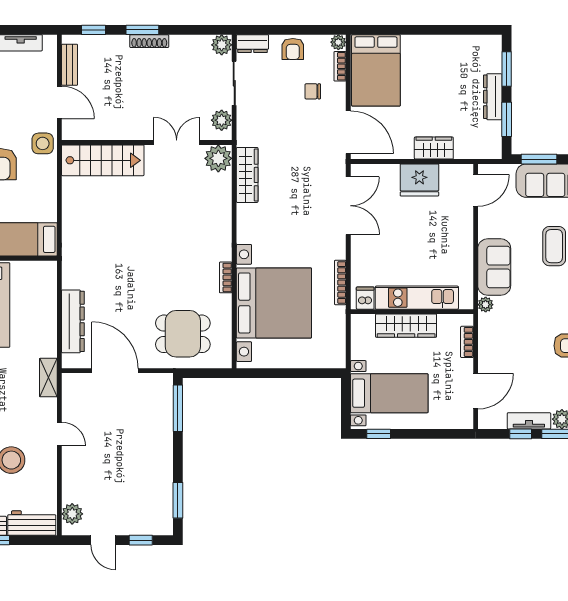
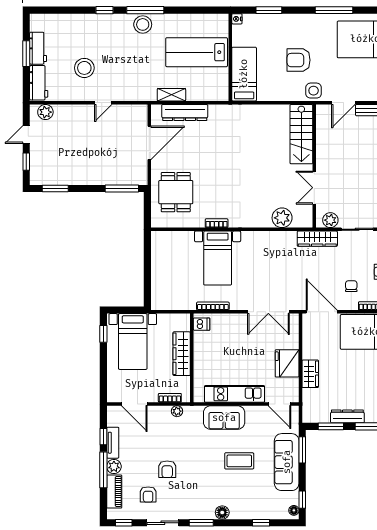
door: (348, 132) -> (322, 312), swing flipped
double door: (177, 142) -> (314, 188), swing flipped
plant: (218, 158) -> (282, 218), moved
wardrobe: (247, 175) -> (317, 239), moved
kitchen unit: (417, 298) -> (234, 394), moved, turned -90
bed with nightstands: (274, 303) -> (218, 258), width x0.54
plant: (486, 305) -> (177, 411), moved
shelving: (48, 378) -> (171, 95), moved

